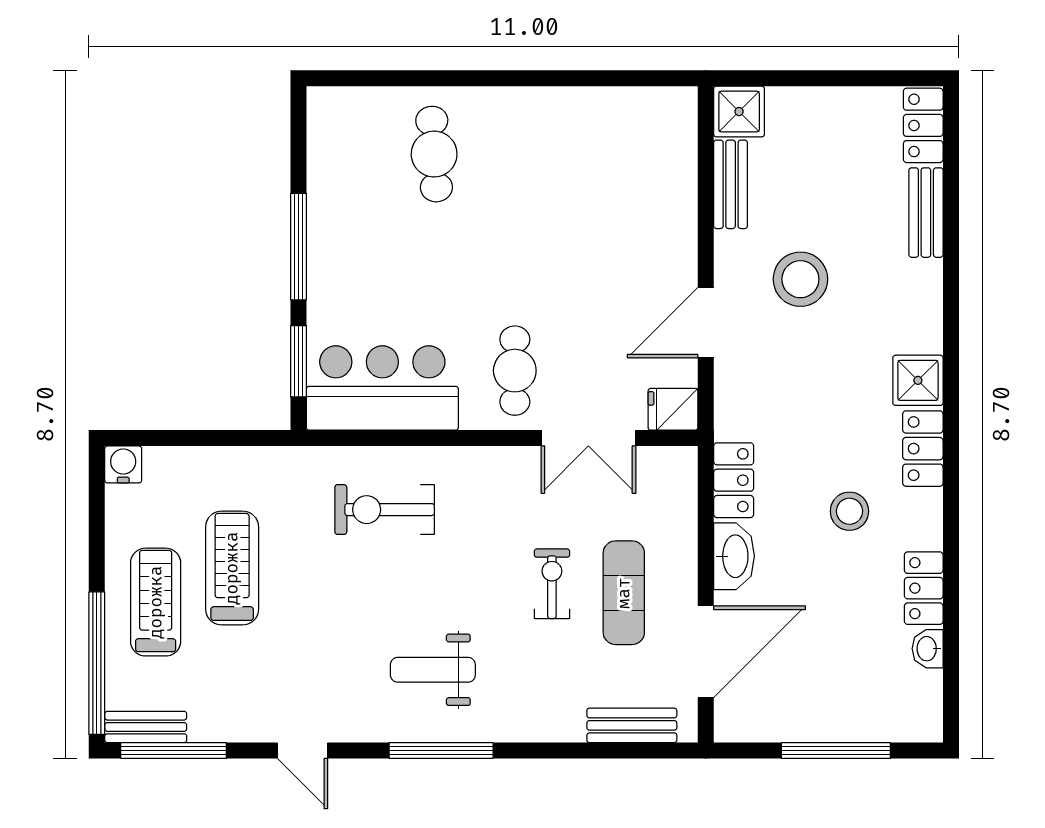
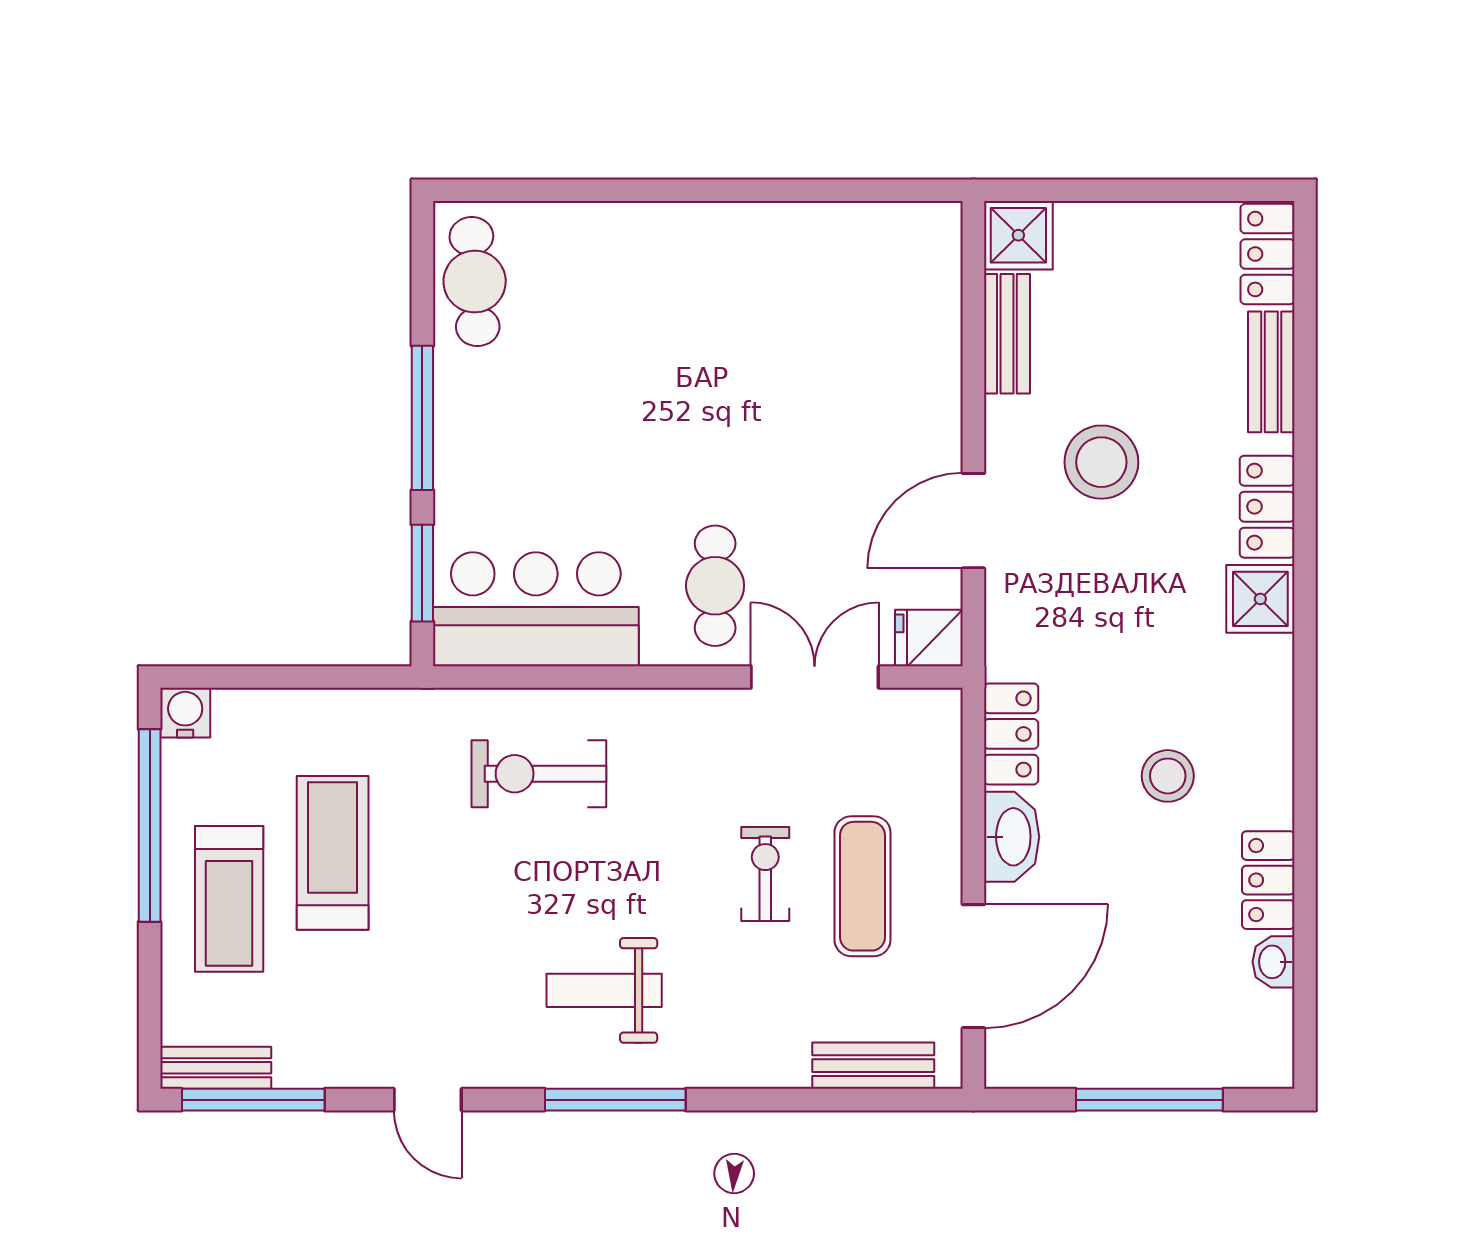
cafe table: (434, 154) -> (475, 282), moved
double door: (588, 438) -> (815, 677), swing flipped
locker: (923, 449) -> (1267, 507), moved
treadmill: (156, 602) -> (229, 899), turned 180
window: (97, 663) -> (150, 825), moved

